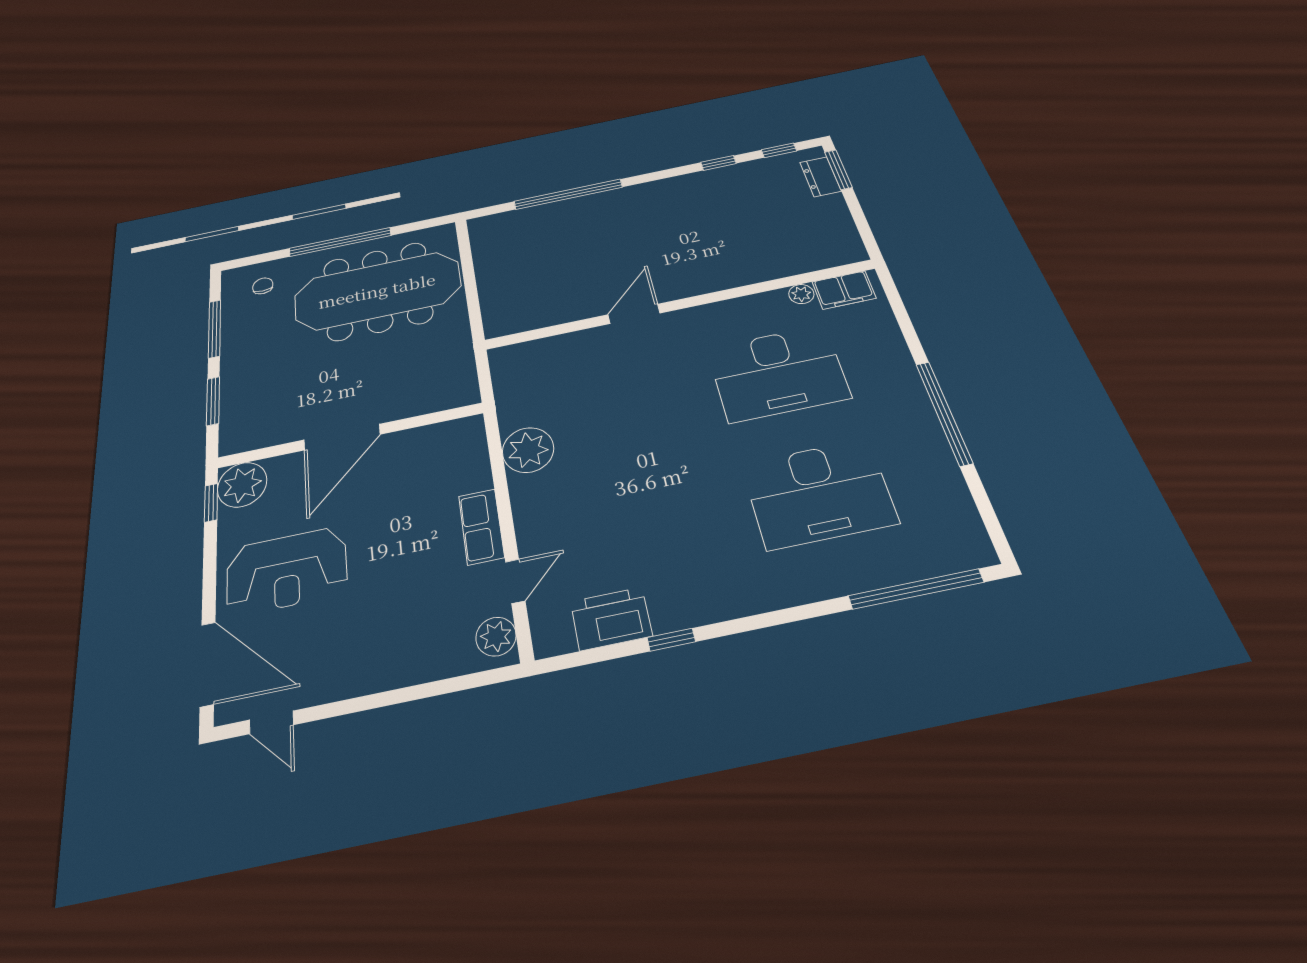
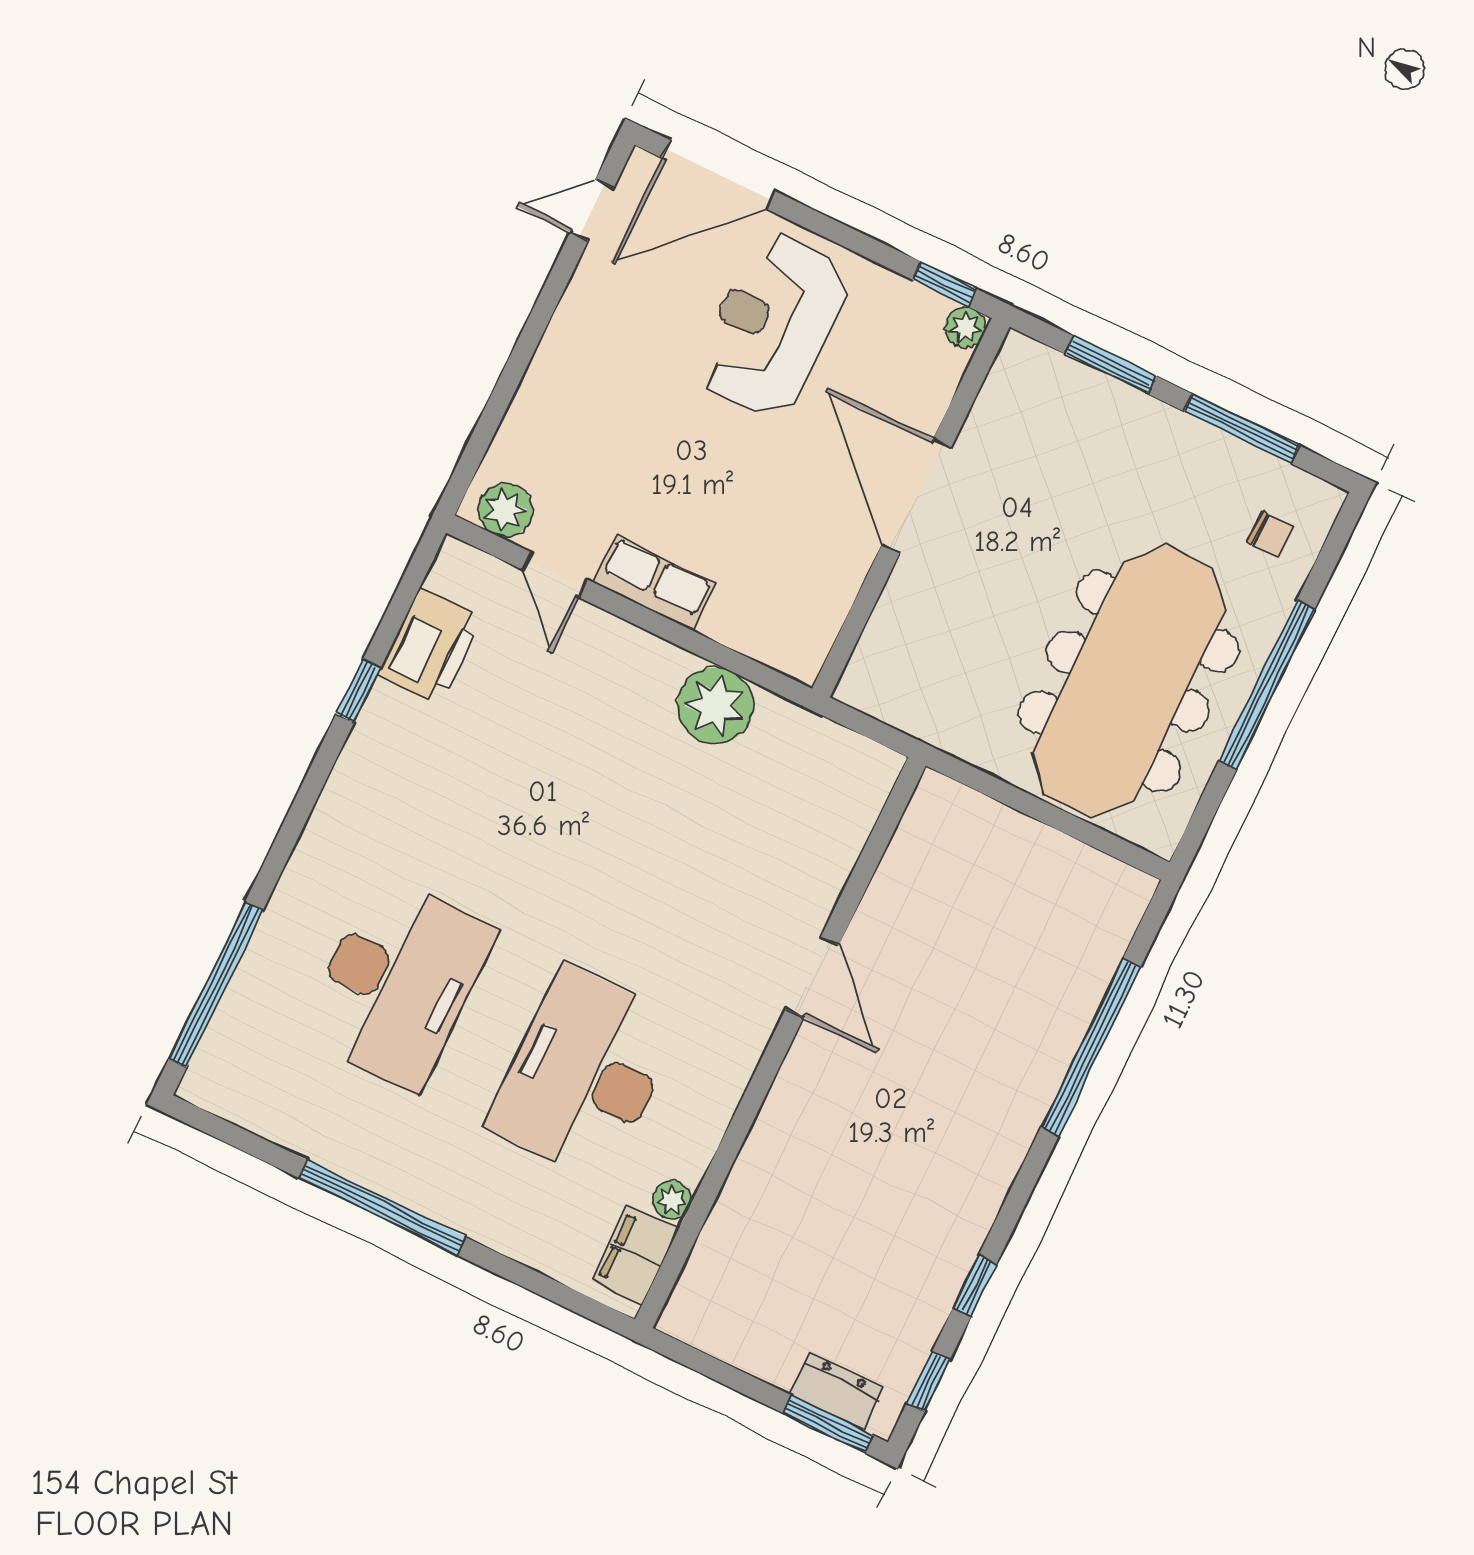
plant: (242, 485) -> (965, 327), width x0.53, depth x0.53
desk: (818, 493) -> (398, 983), turned 180

